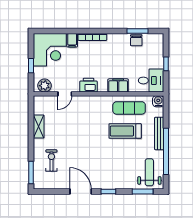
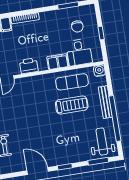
chair: (136, 40) -> (77, 26), moved
desk: (151, 80) -> (79, 52), moved, turned 90
treadmill: (125, 131) -> (72, 105), turned 180

